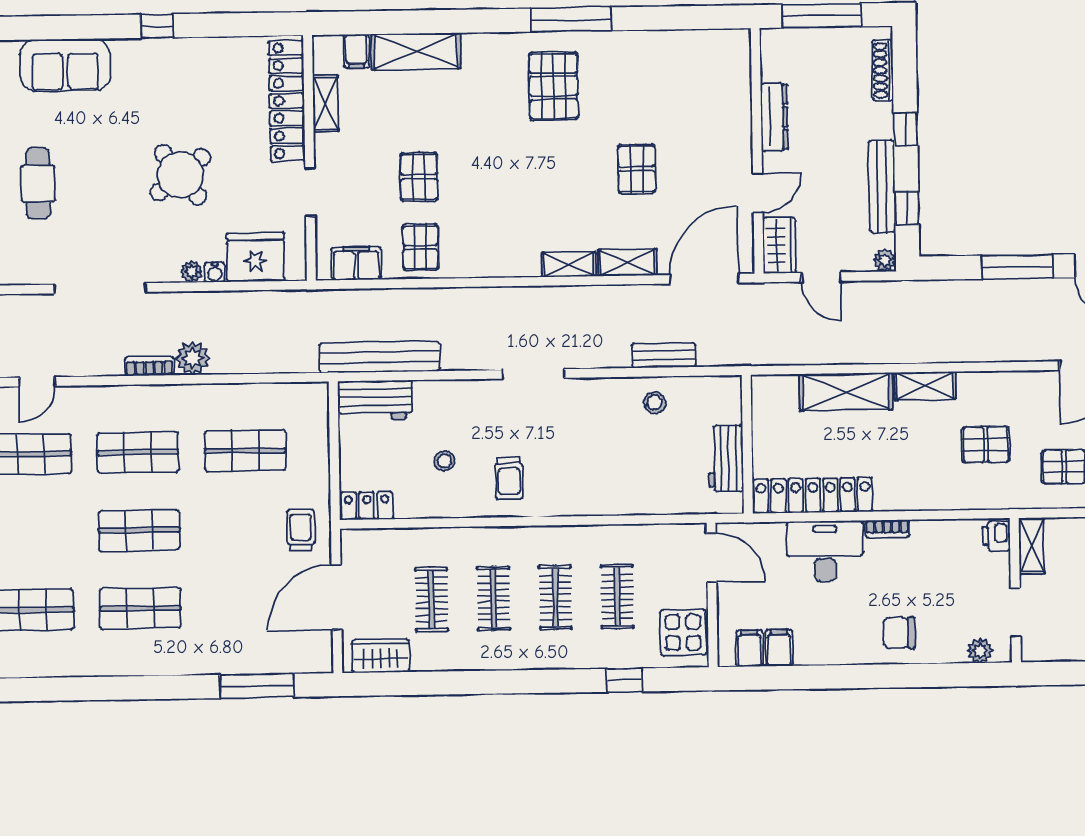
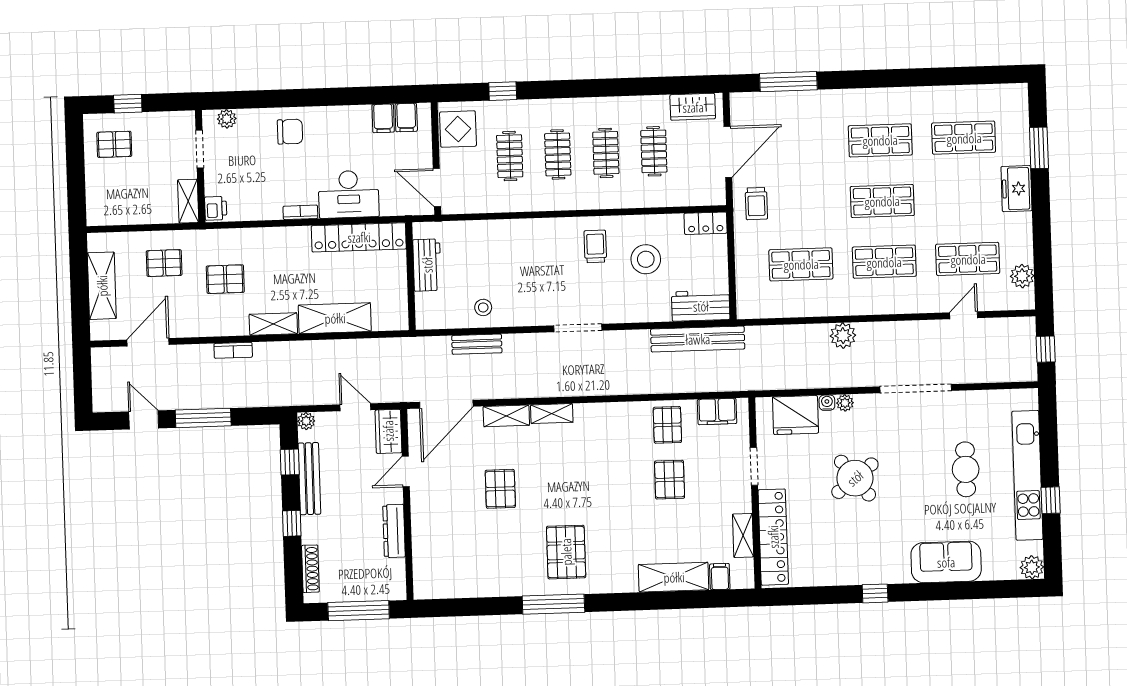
bookcase: (149, 366) -> (233, 350), moved
stool: (444, 461) -> (646, 259), width x1.89, depth x1.89

